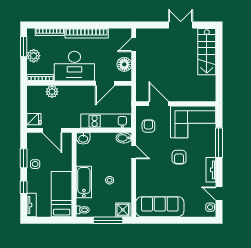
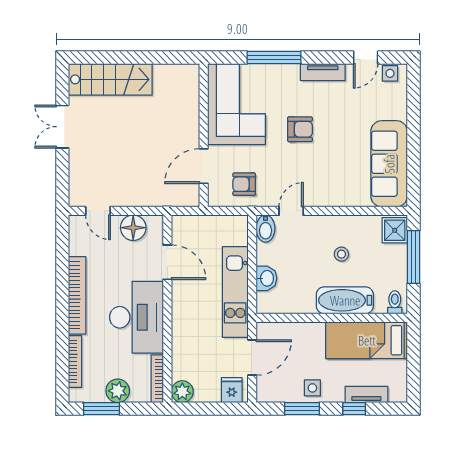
plant: (52, 92) -> (182, 392), moved
kitchen unit: (106, 121) -> (235, 292), moved
washbasin: (83, 138) -> (266, 278), moved
tv unit: (32, 205) -> (366, 394), moved

